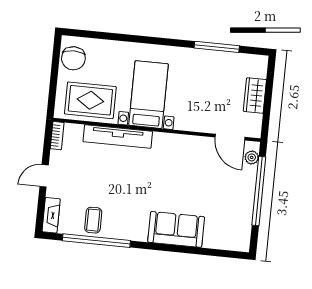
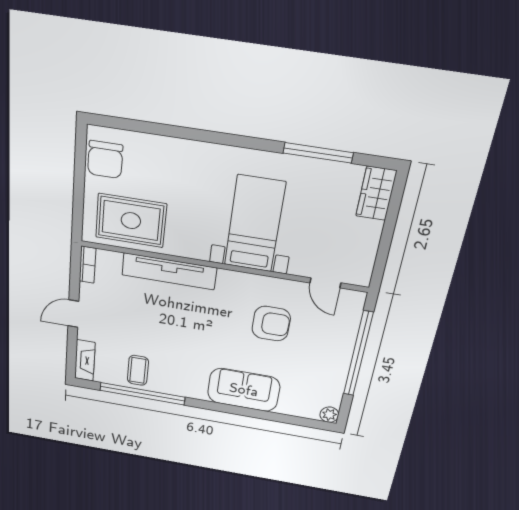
bed with nightstands: (149, 95) -> (255, 224), moved
wardrobe: (255, 96) -> (376, 193), moved
door: (230, 137) -> (325, 283), width x0.73
plant: (252, 157) -> (329, 415), moved
armchair: (194, 172) -> (271, 324), added

